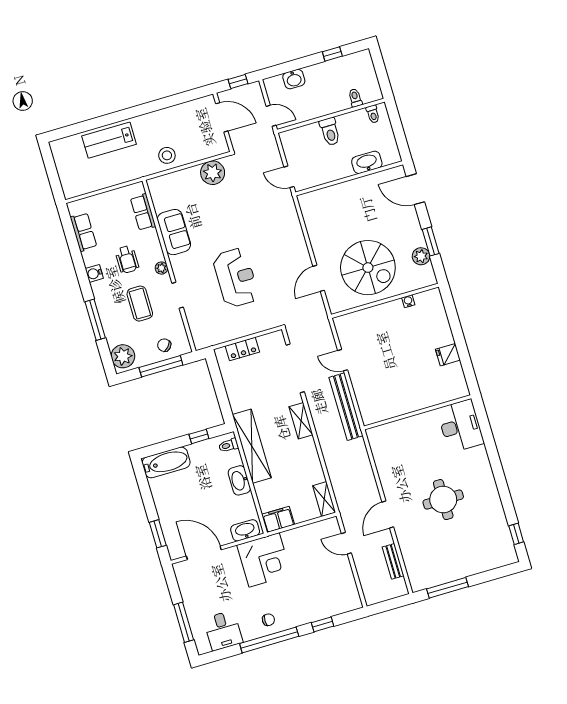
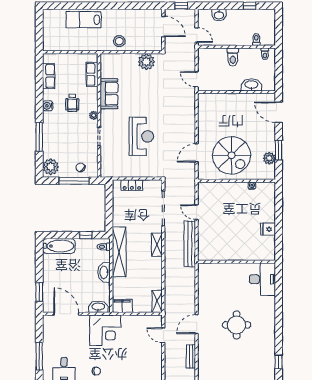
coffee table: (140, 304) -> (72, 135), removed

